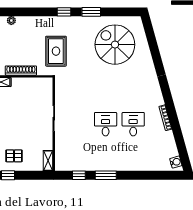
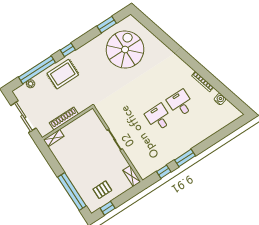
window: (25, 12) -> (37, 70), added
window: (91, 12) -> (107, 25), moved
spiral stairs: (115, 45) -> (125, 50), turned 90
rug: (56, 51) -> (63, 74), moved, turned 90
water cooler: (176, 162) -> (220, 99), moved

